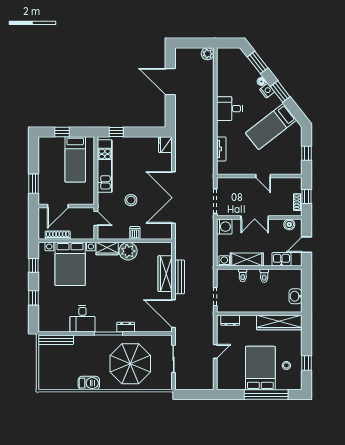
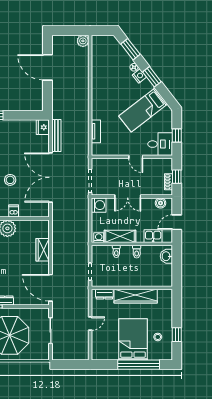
desk: (229, 109) -> (160, 144), moved, turned 180
wardrobe: (165, 274) -> (43, 250), width x0.67
bench: (180, 277) -> (56, 136), moved
washbasin: (295, 296) -> (166, 256), moved
wardrobe: (279, 322) -> (136, 296), moved

